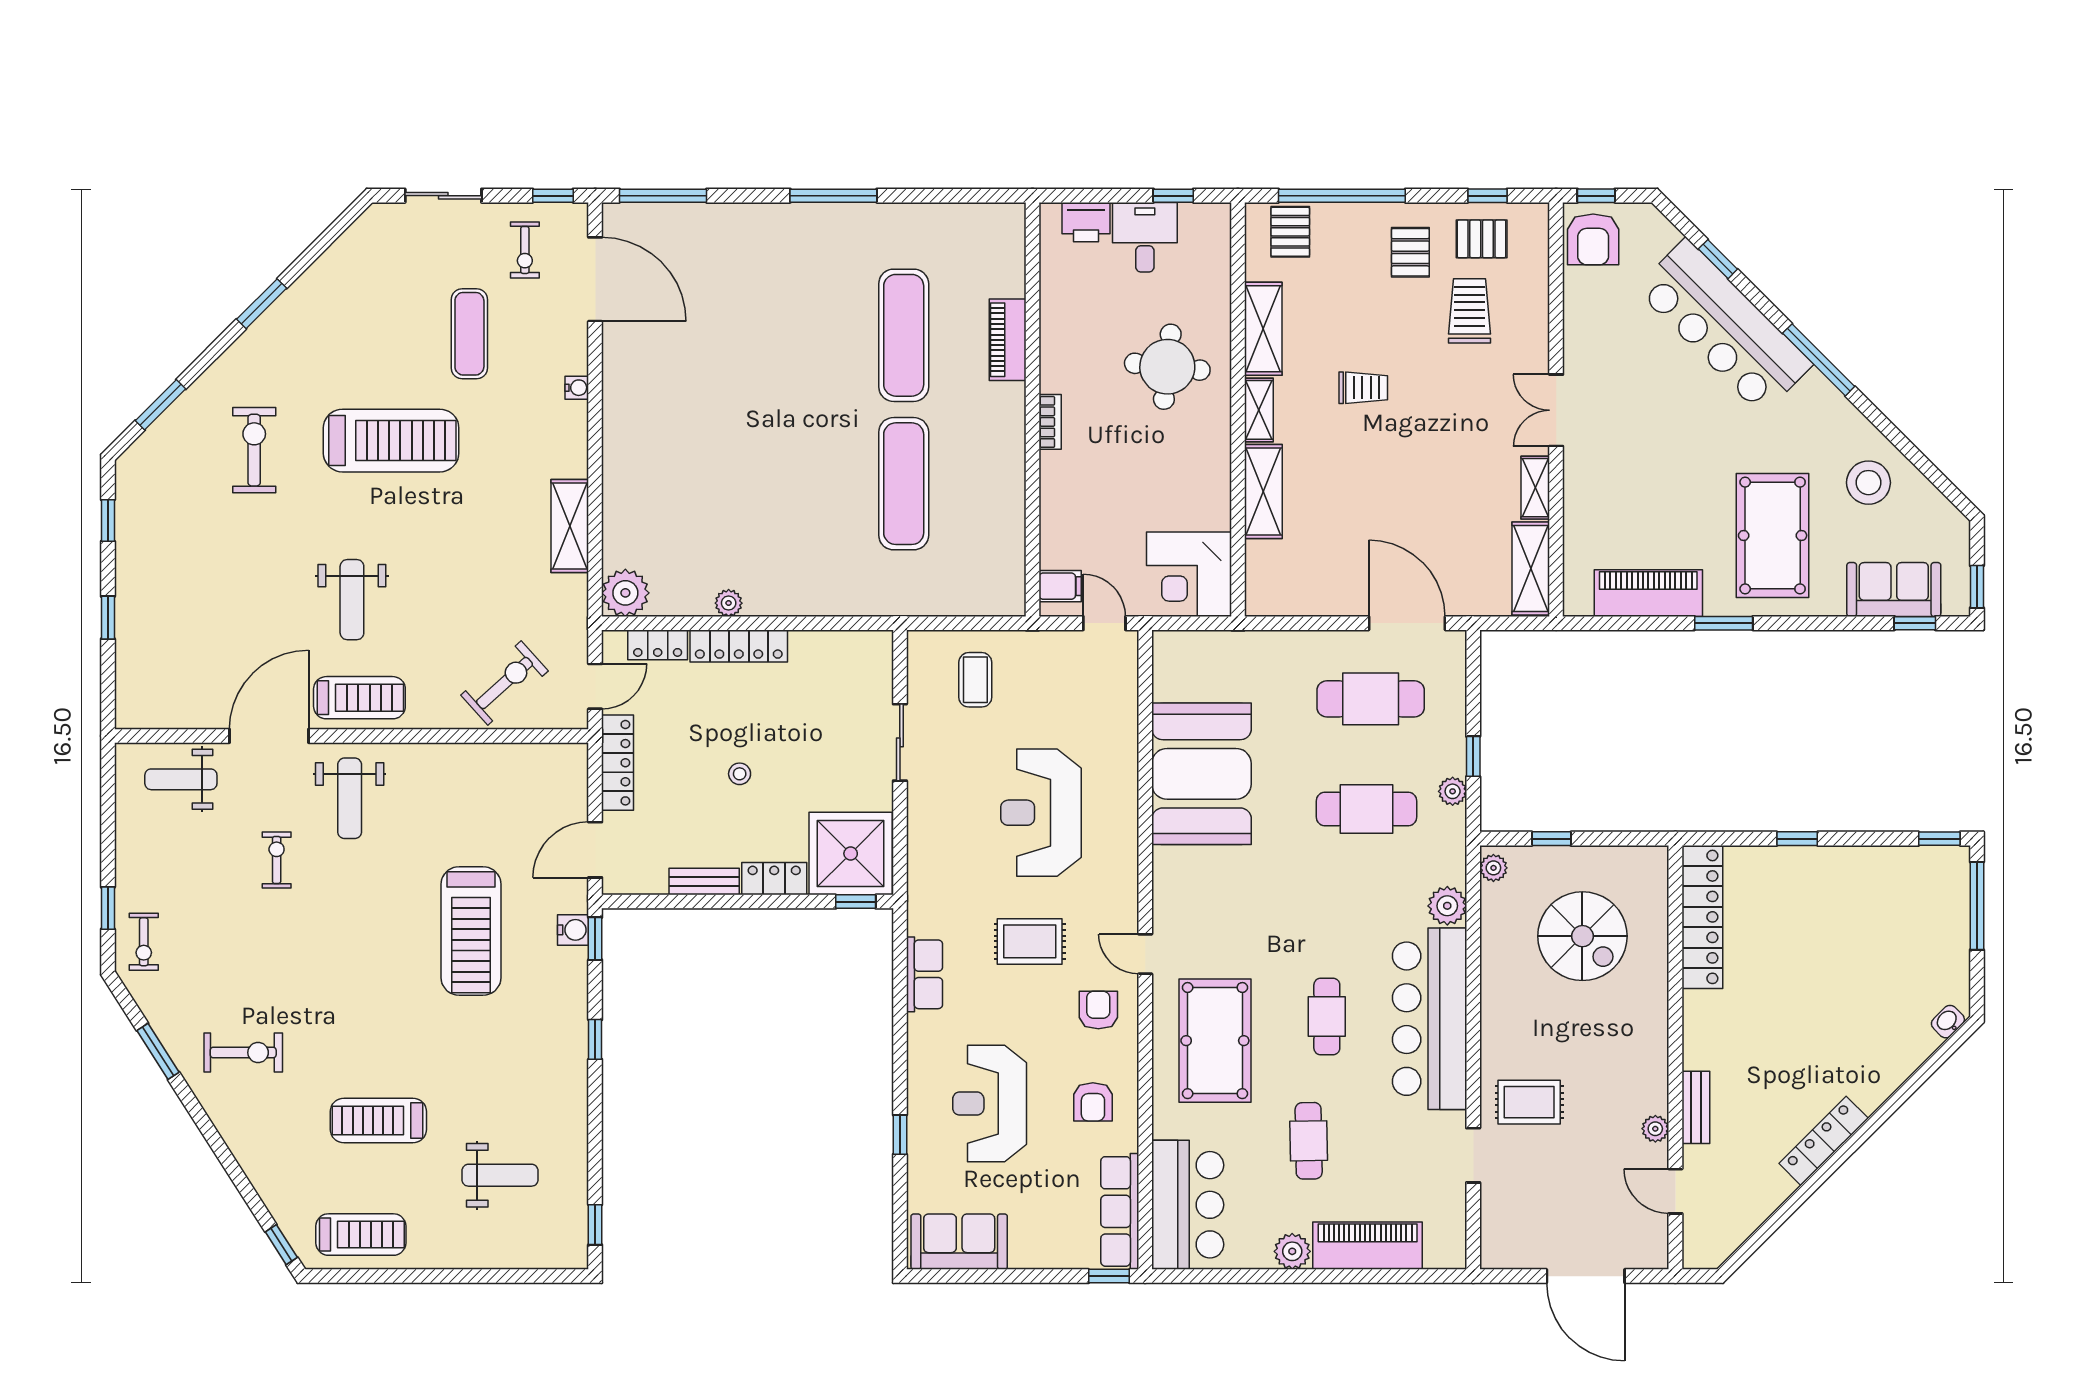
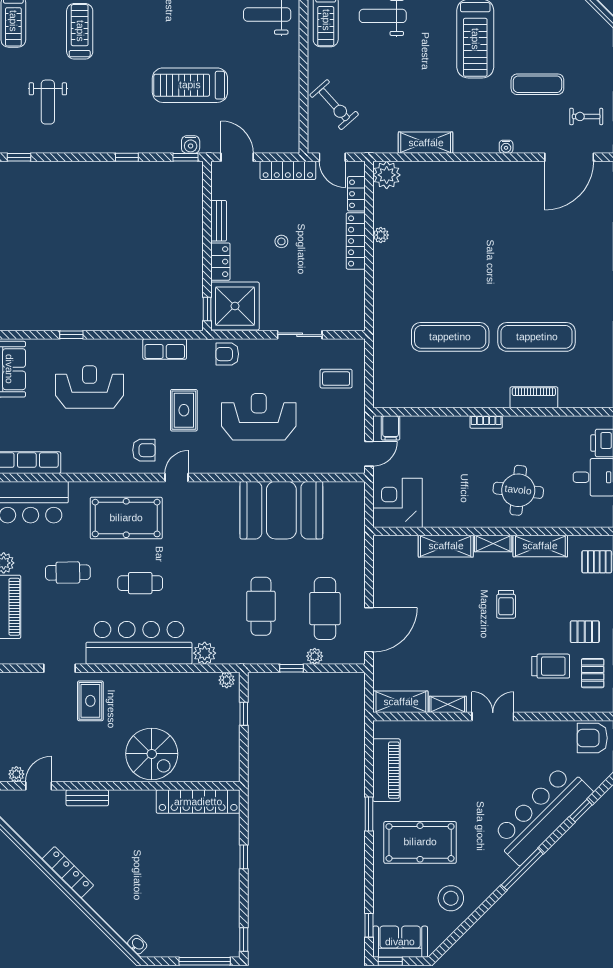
sofa: (1894, 590) -> (400, 942), moved, turned -90
plant: (1453, 791) -> (315, 656), moved
spiral stairs: (1582, 936) -> (152, 754), moved, turned -90
armchair: (1093, 1102) -> (227, 354), moved
plant: (1655, 1129) -> (16, 774), moved

